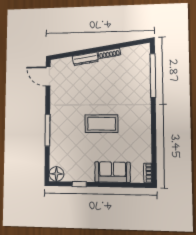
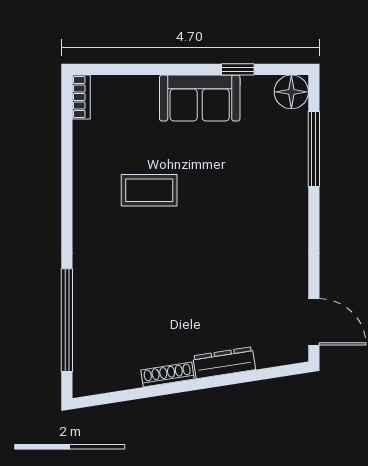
coffee table: (101, 124) -> (149, 190), moved, width x0.73, depth x0.76
window: (47, 130) -> (314, 149), moved
sofa: (113, 172) -> (200, 98), moved

